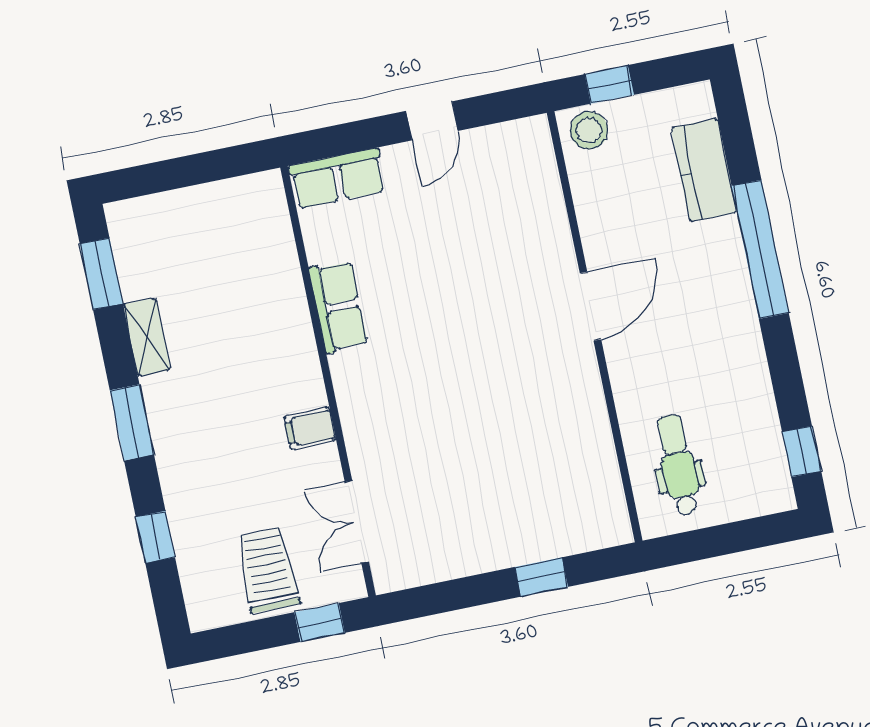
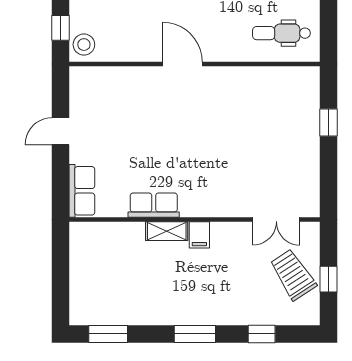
door: (432, 121) -> (61, 131), swing flipped
shelving: (147, 337) -> (167, 231), moved
filing cabinet: (310, 428) -> (199, 235), moved
trolley: (268, 570) -> (293, 275), turned 57
window: (320, 623) -> (328, 279), moved

